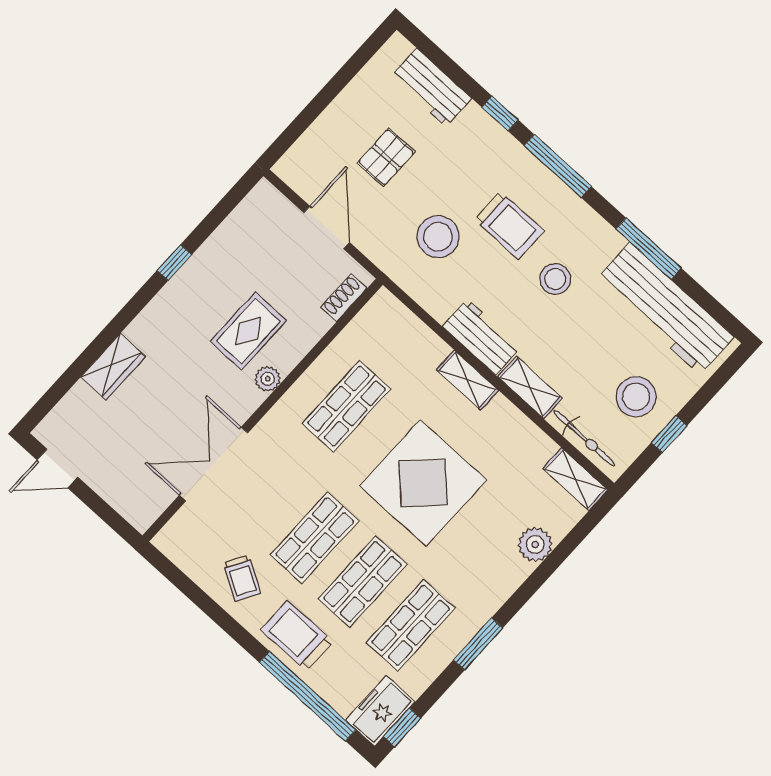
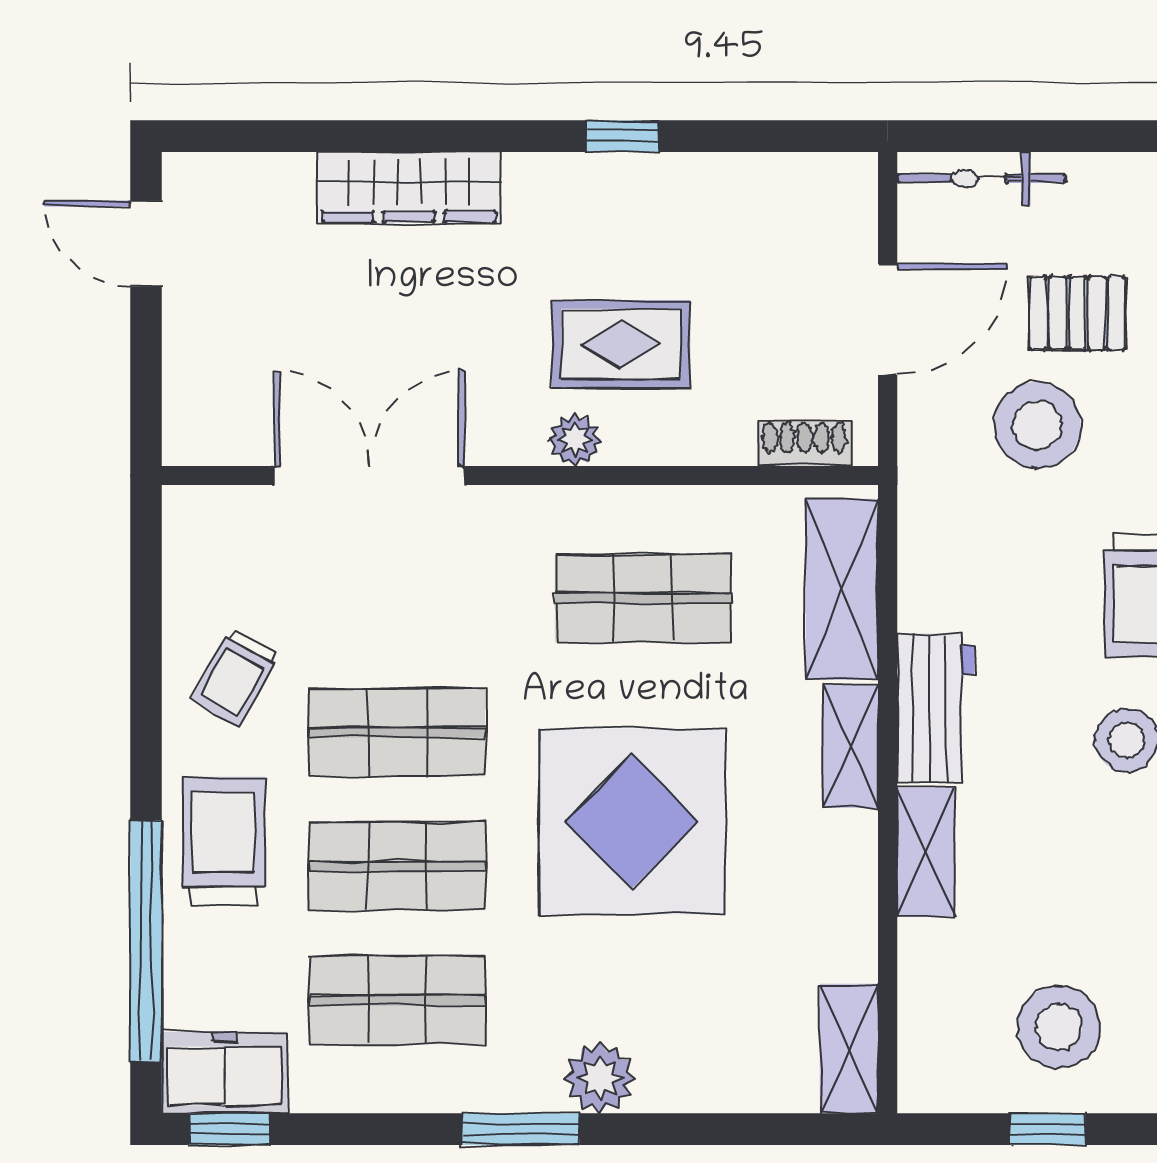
stool: (438, 237) -> (1037, 425), moved
shelving: (408, 332) -> (842, 589), added
wardrobe: (113, 367) -> (409, 187), width x1.50
bicycle: (584, 438) -> (981, 179), moved, turned 90
plant: (535, 544) -> (600, 1078), moved
window: (478, 644) -> (521, 1129), moved

